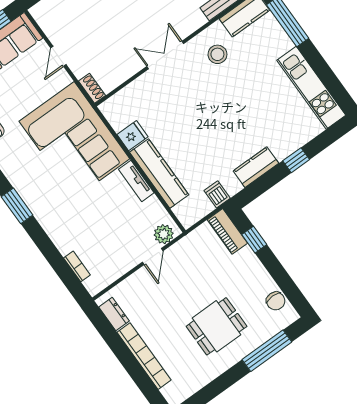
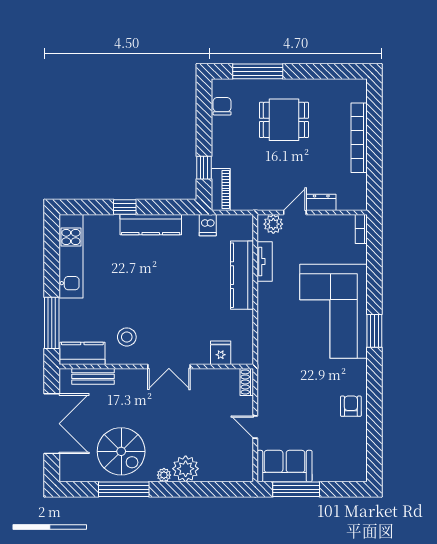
door: (58, 56) -> (255, 427), swing flipped
fridge: (132, 136) -> (221, 353), moved, turned 90
corner sofa: (74, 140) -> (334, 311), moved, turned 180
kitchen counter: (256, 167) -> (151, 225), width x1.50
tv unit: (136, 181) -> (265, 262), moved
bookcase: (77, 266) -> (361, 229), moved
dresser: (114, 314) -> (321, 202), moved, turned 90

